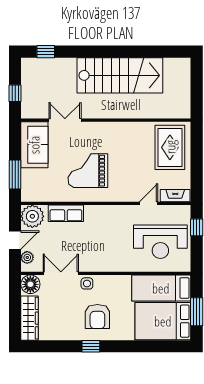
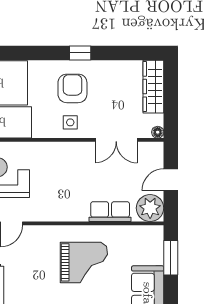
plant: (27, 257) -> (156, 159), removed
side table: (87, 283) -> (70, 122), moved
floor lamp: (30, 284) -> (158, 132), width x0.53, depth x0.53

